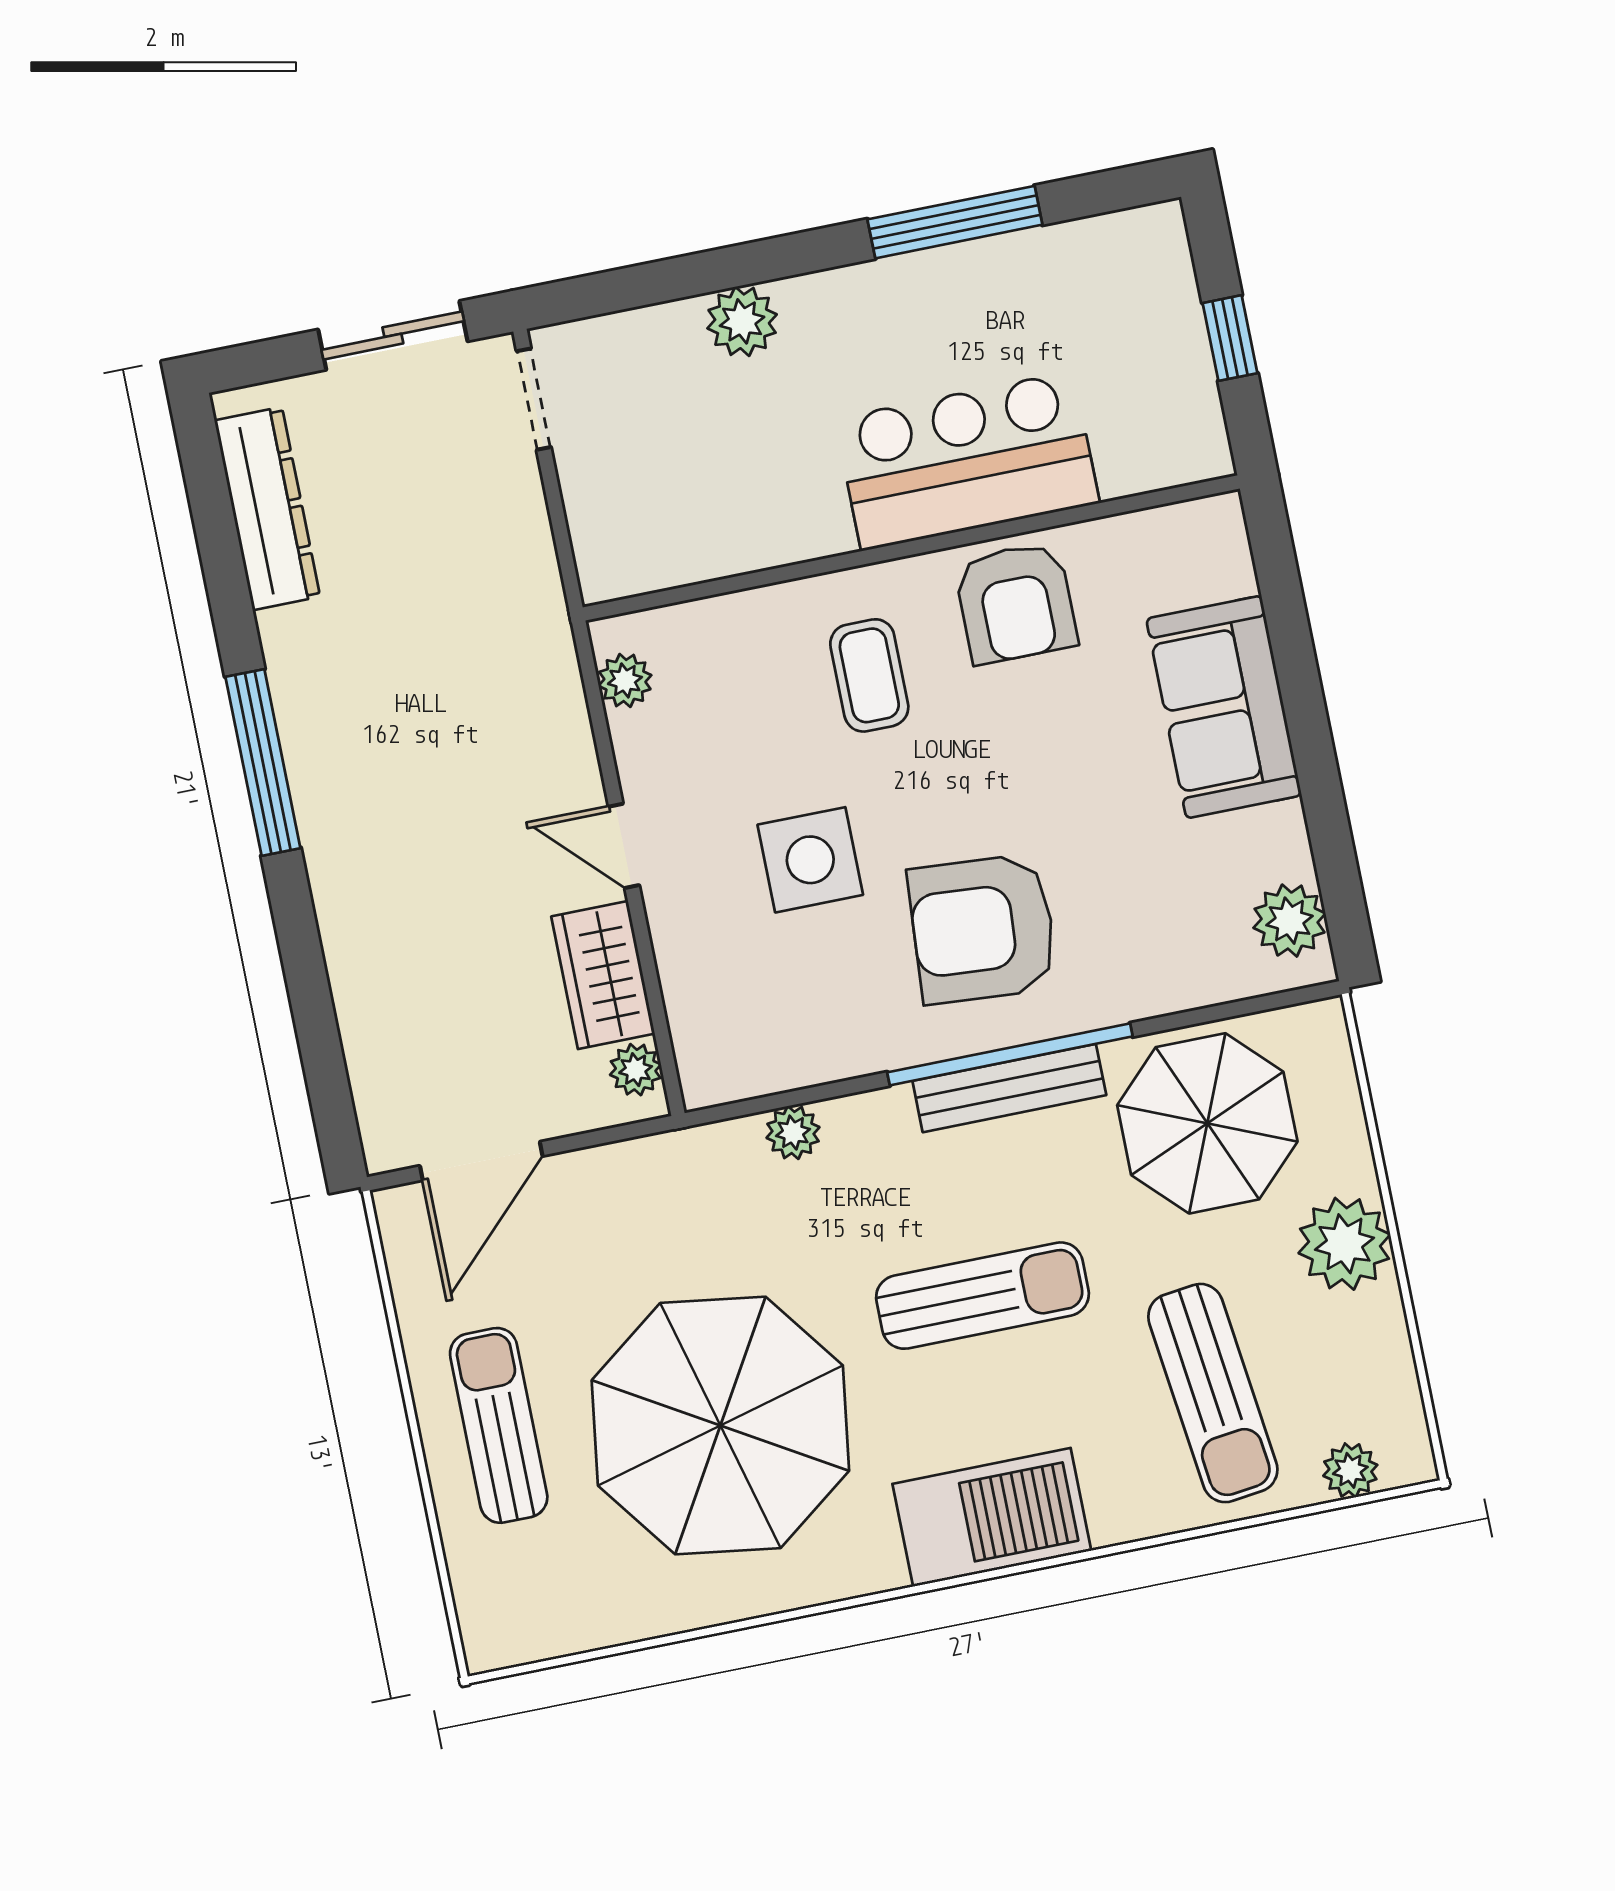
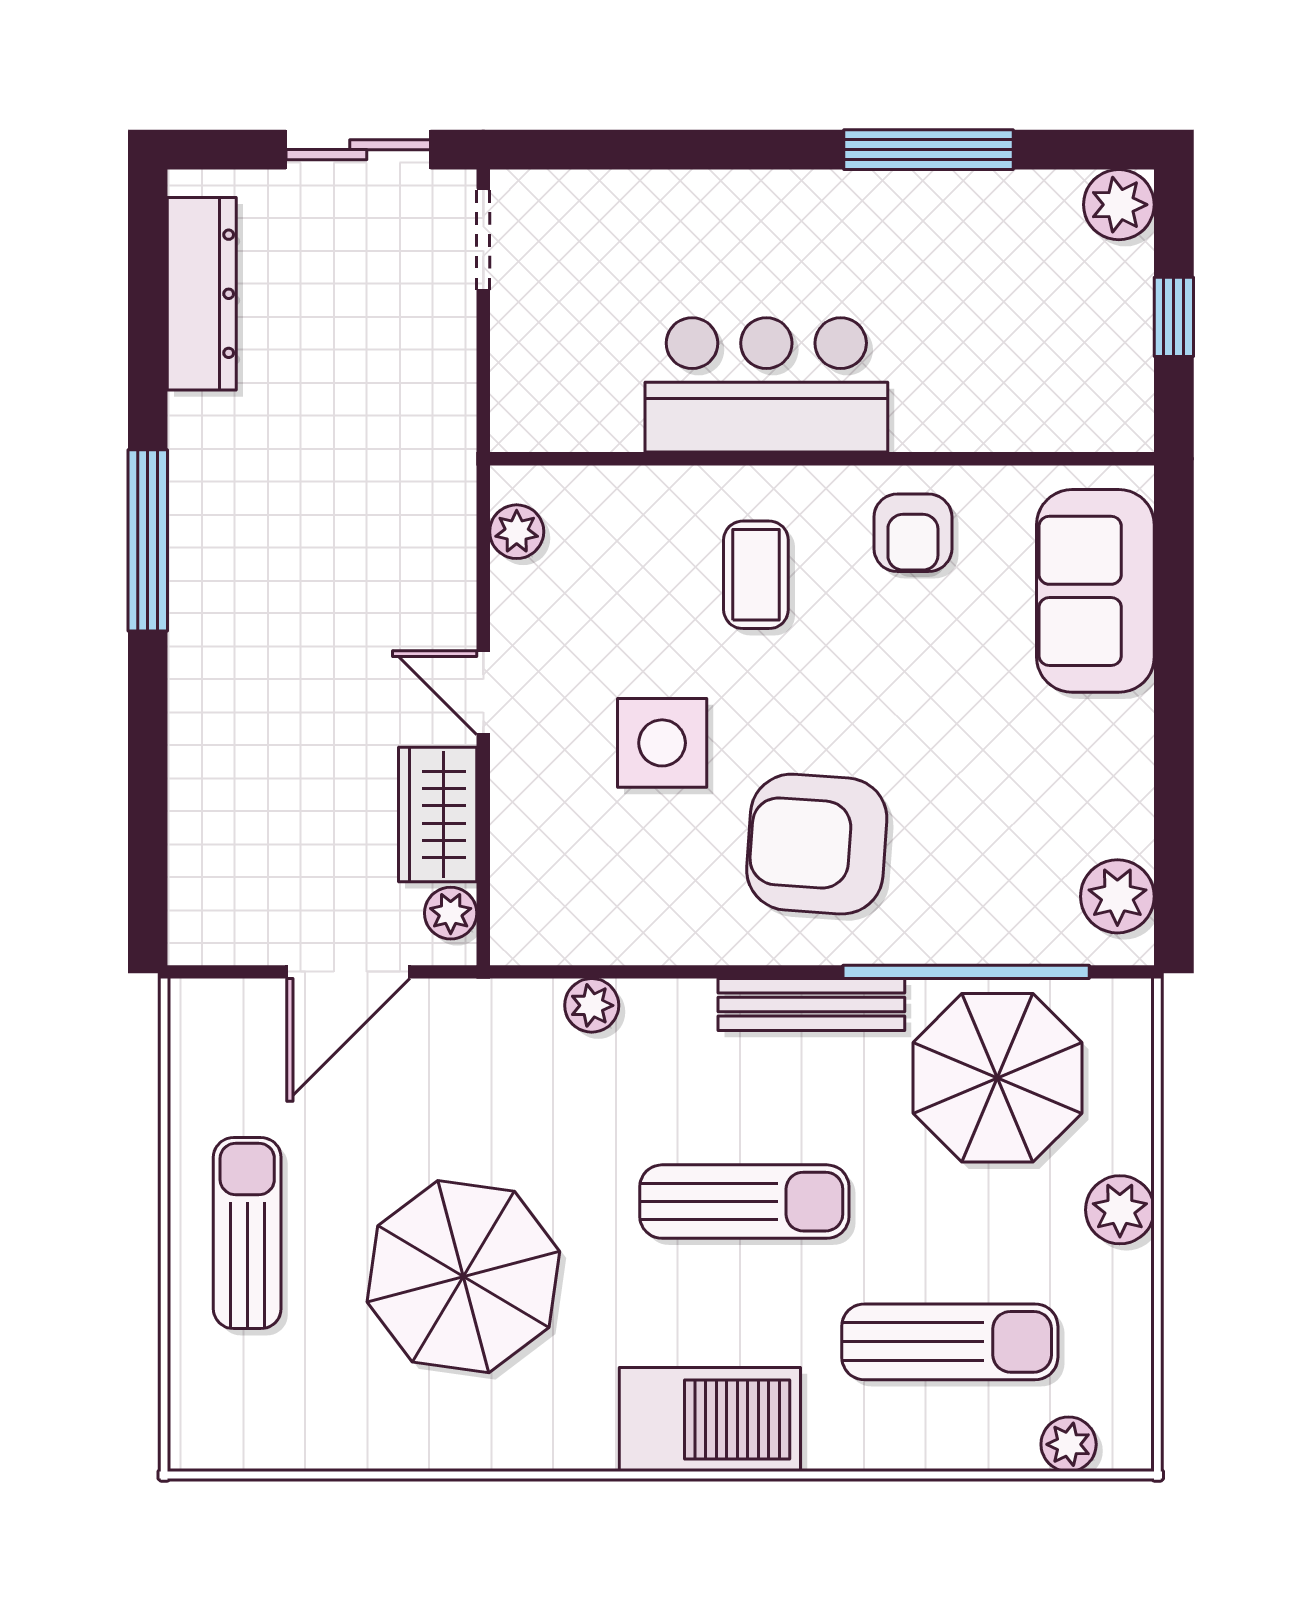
plant: (742, 321) -> (1119, 205), moved
bar counter: (967, 461) -> (766, 385), moved
armchair: (1016, 603) -> (913, 533), width x0.72, depth x0.72
sofa: (1224, 707) -> (1095, 591), moved
window: (1010, 1054) -> (966, 972), moved
door: (481, 1161) -> (348, 972), moved
plant: (1344, 1244) -> (1120, 1210), width x0.73, depth x0.73
sun lounger: (1213, 1393) -> (950, 1342), turned -83
parasol: (720, 1426) -> (463, 1277), width x0.73, depth x0.73

